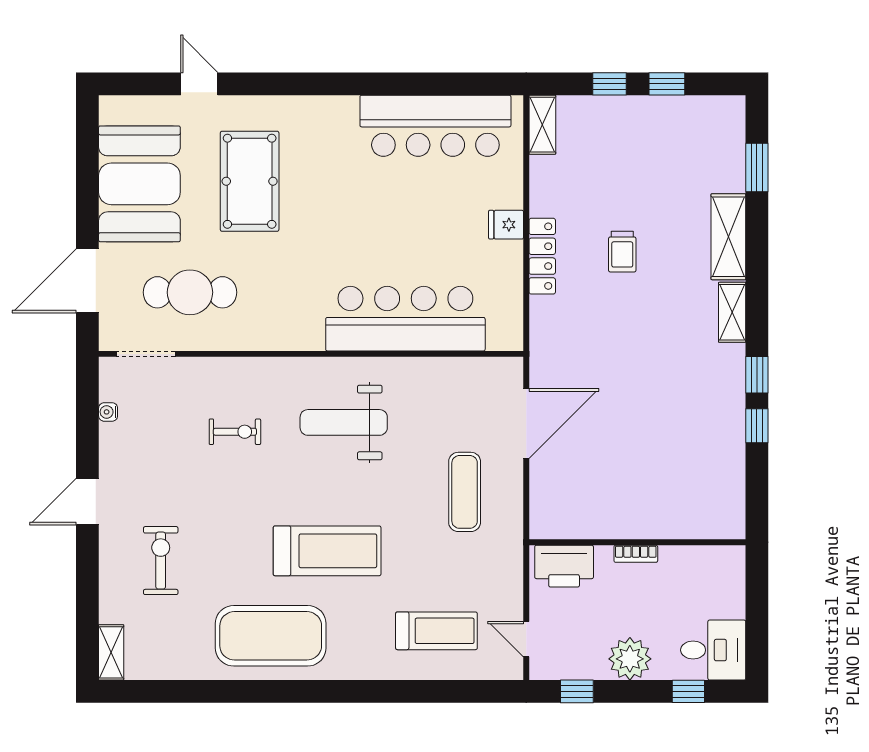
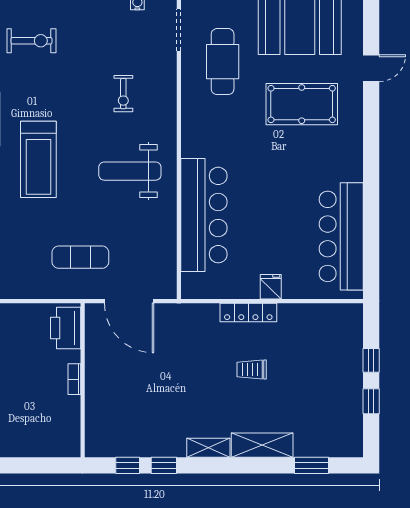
shelving: (542, 125) -> (342, 313), removed
weight bench: (344, 422) -> (130, 171), turned -90
wall: (637, 542) -> (83, 380), moved
bookcase: (636, 554) -> (74, 379), moved
printer: (564, 566) -> (66, 328), moved

